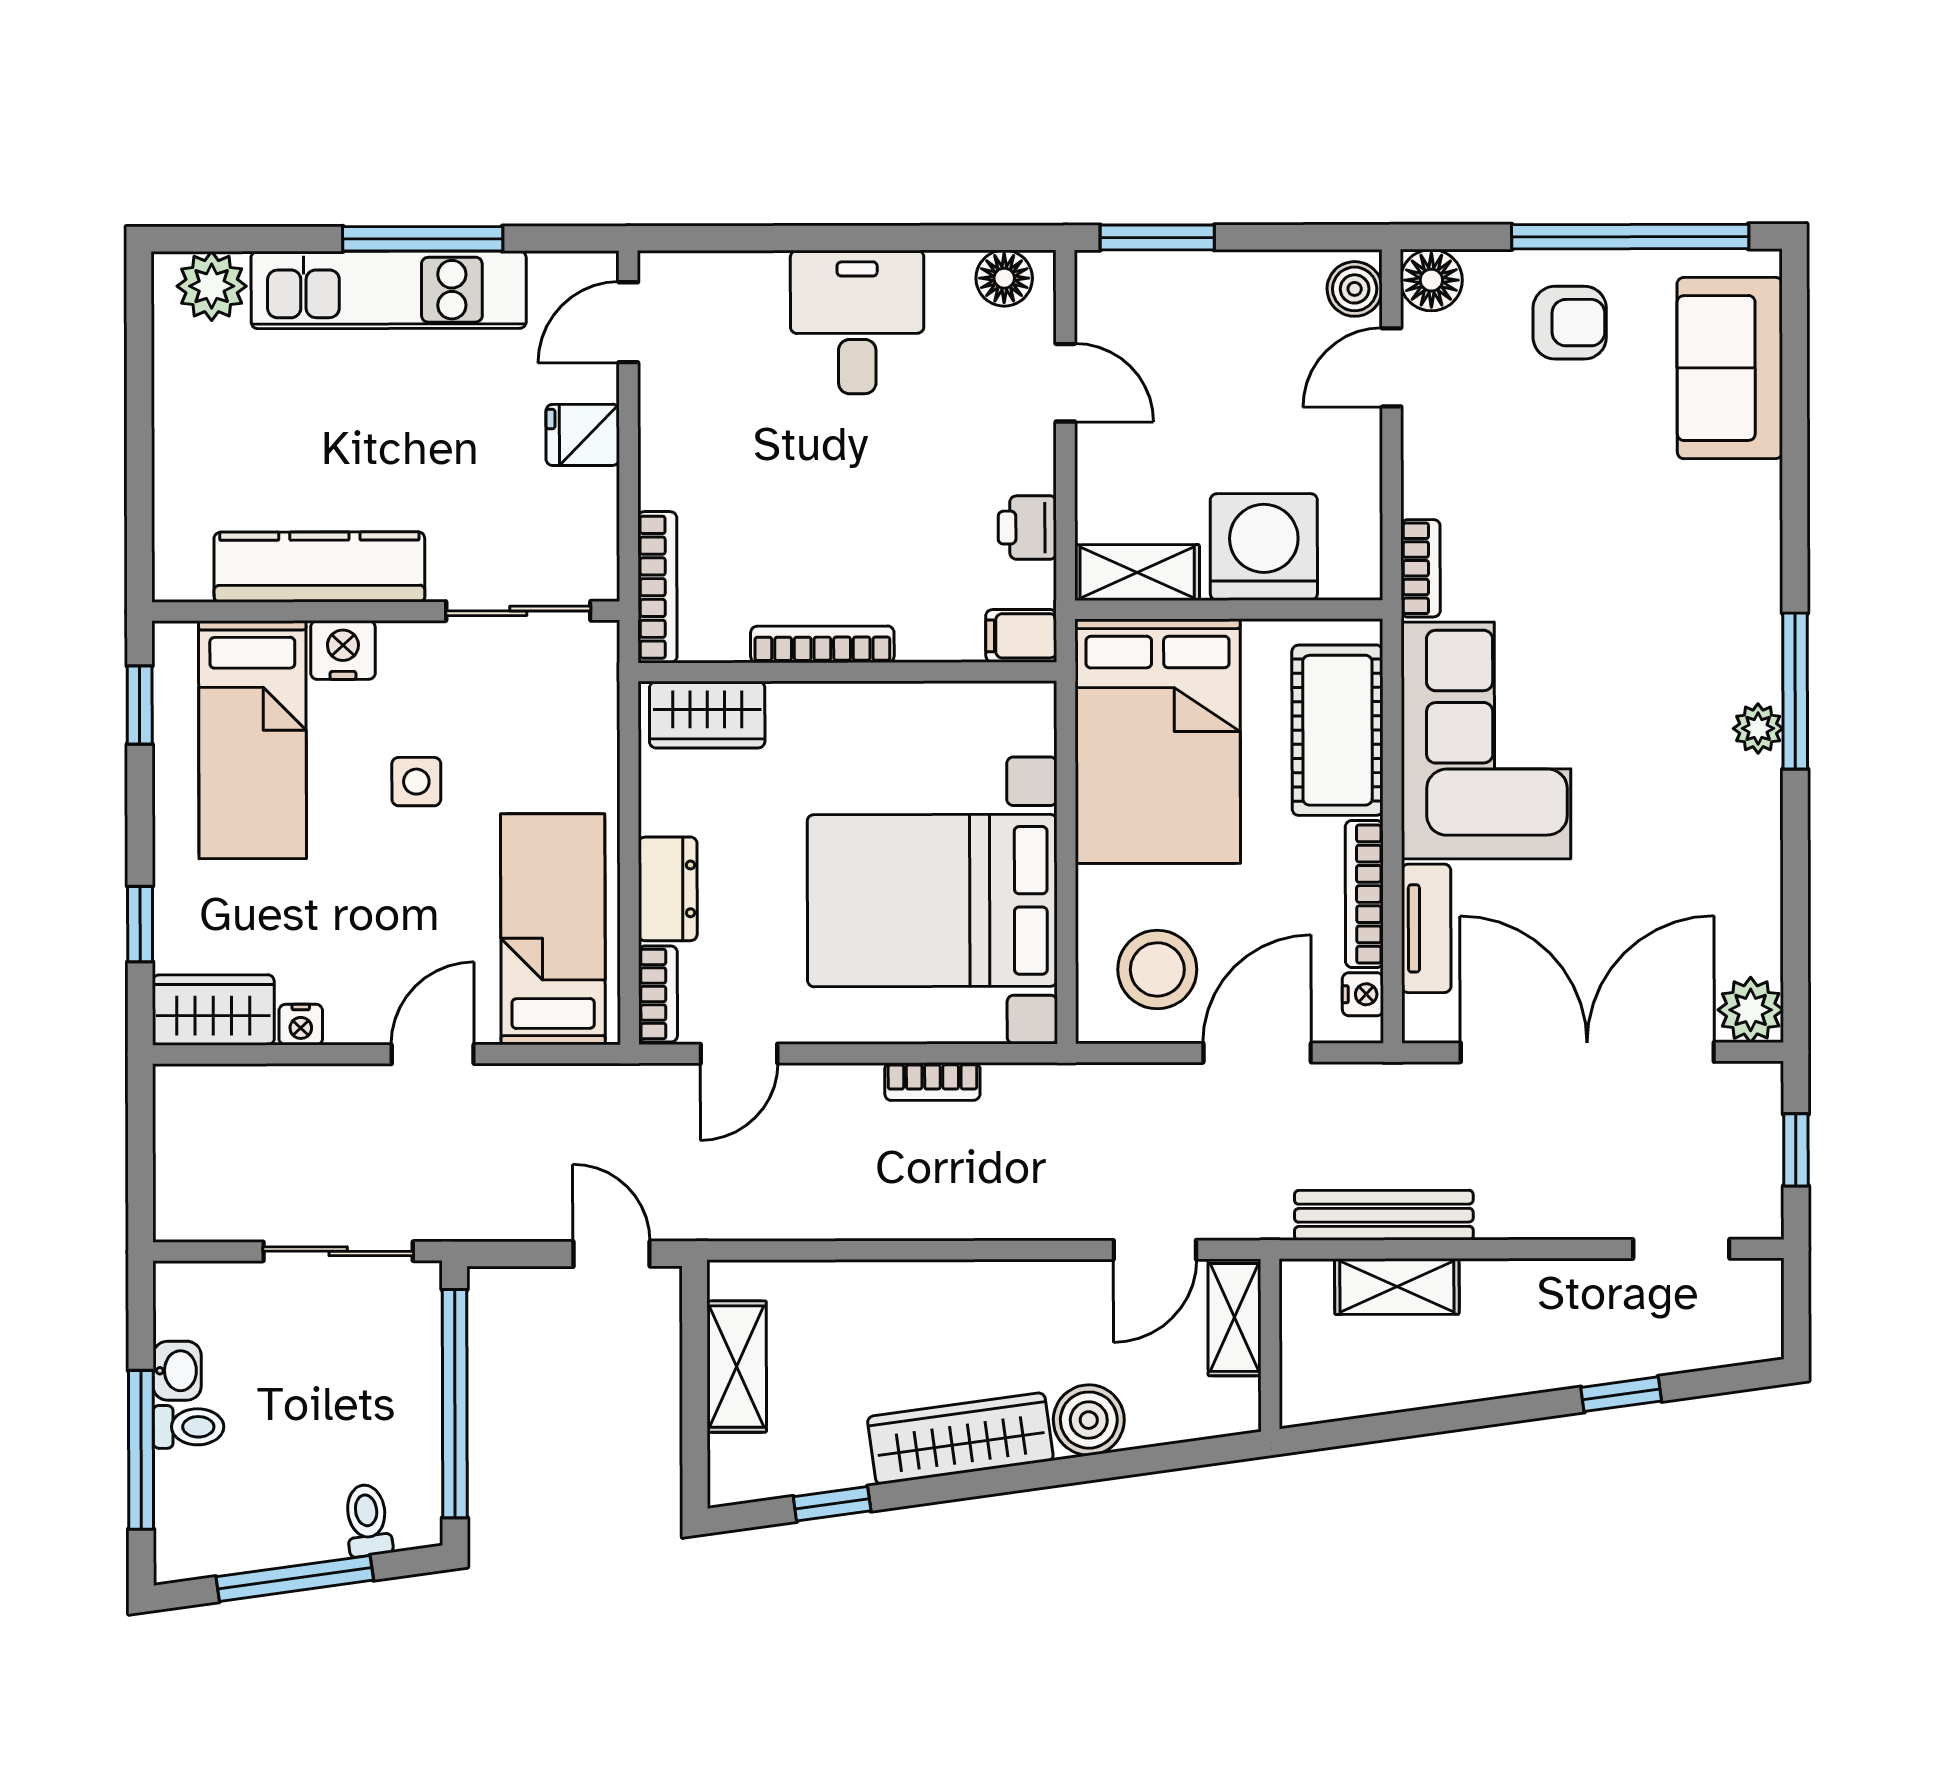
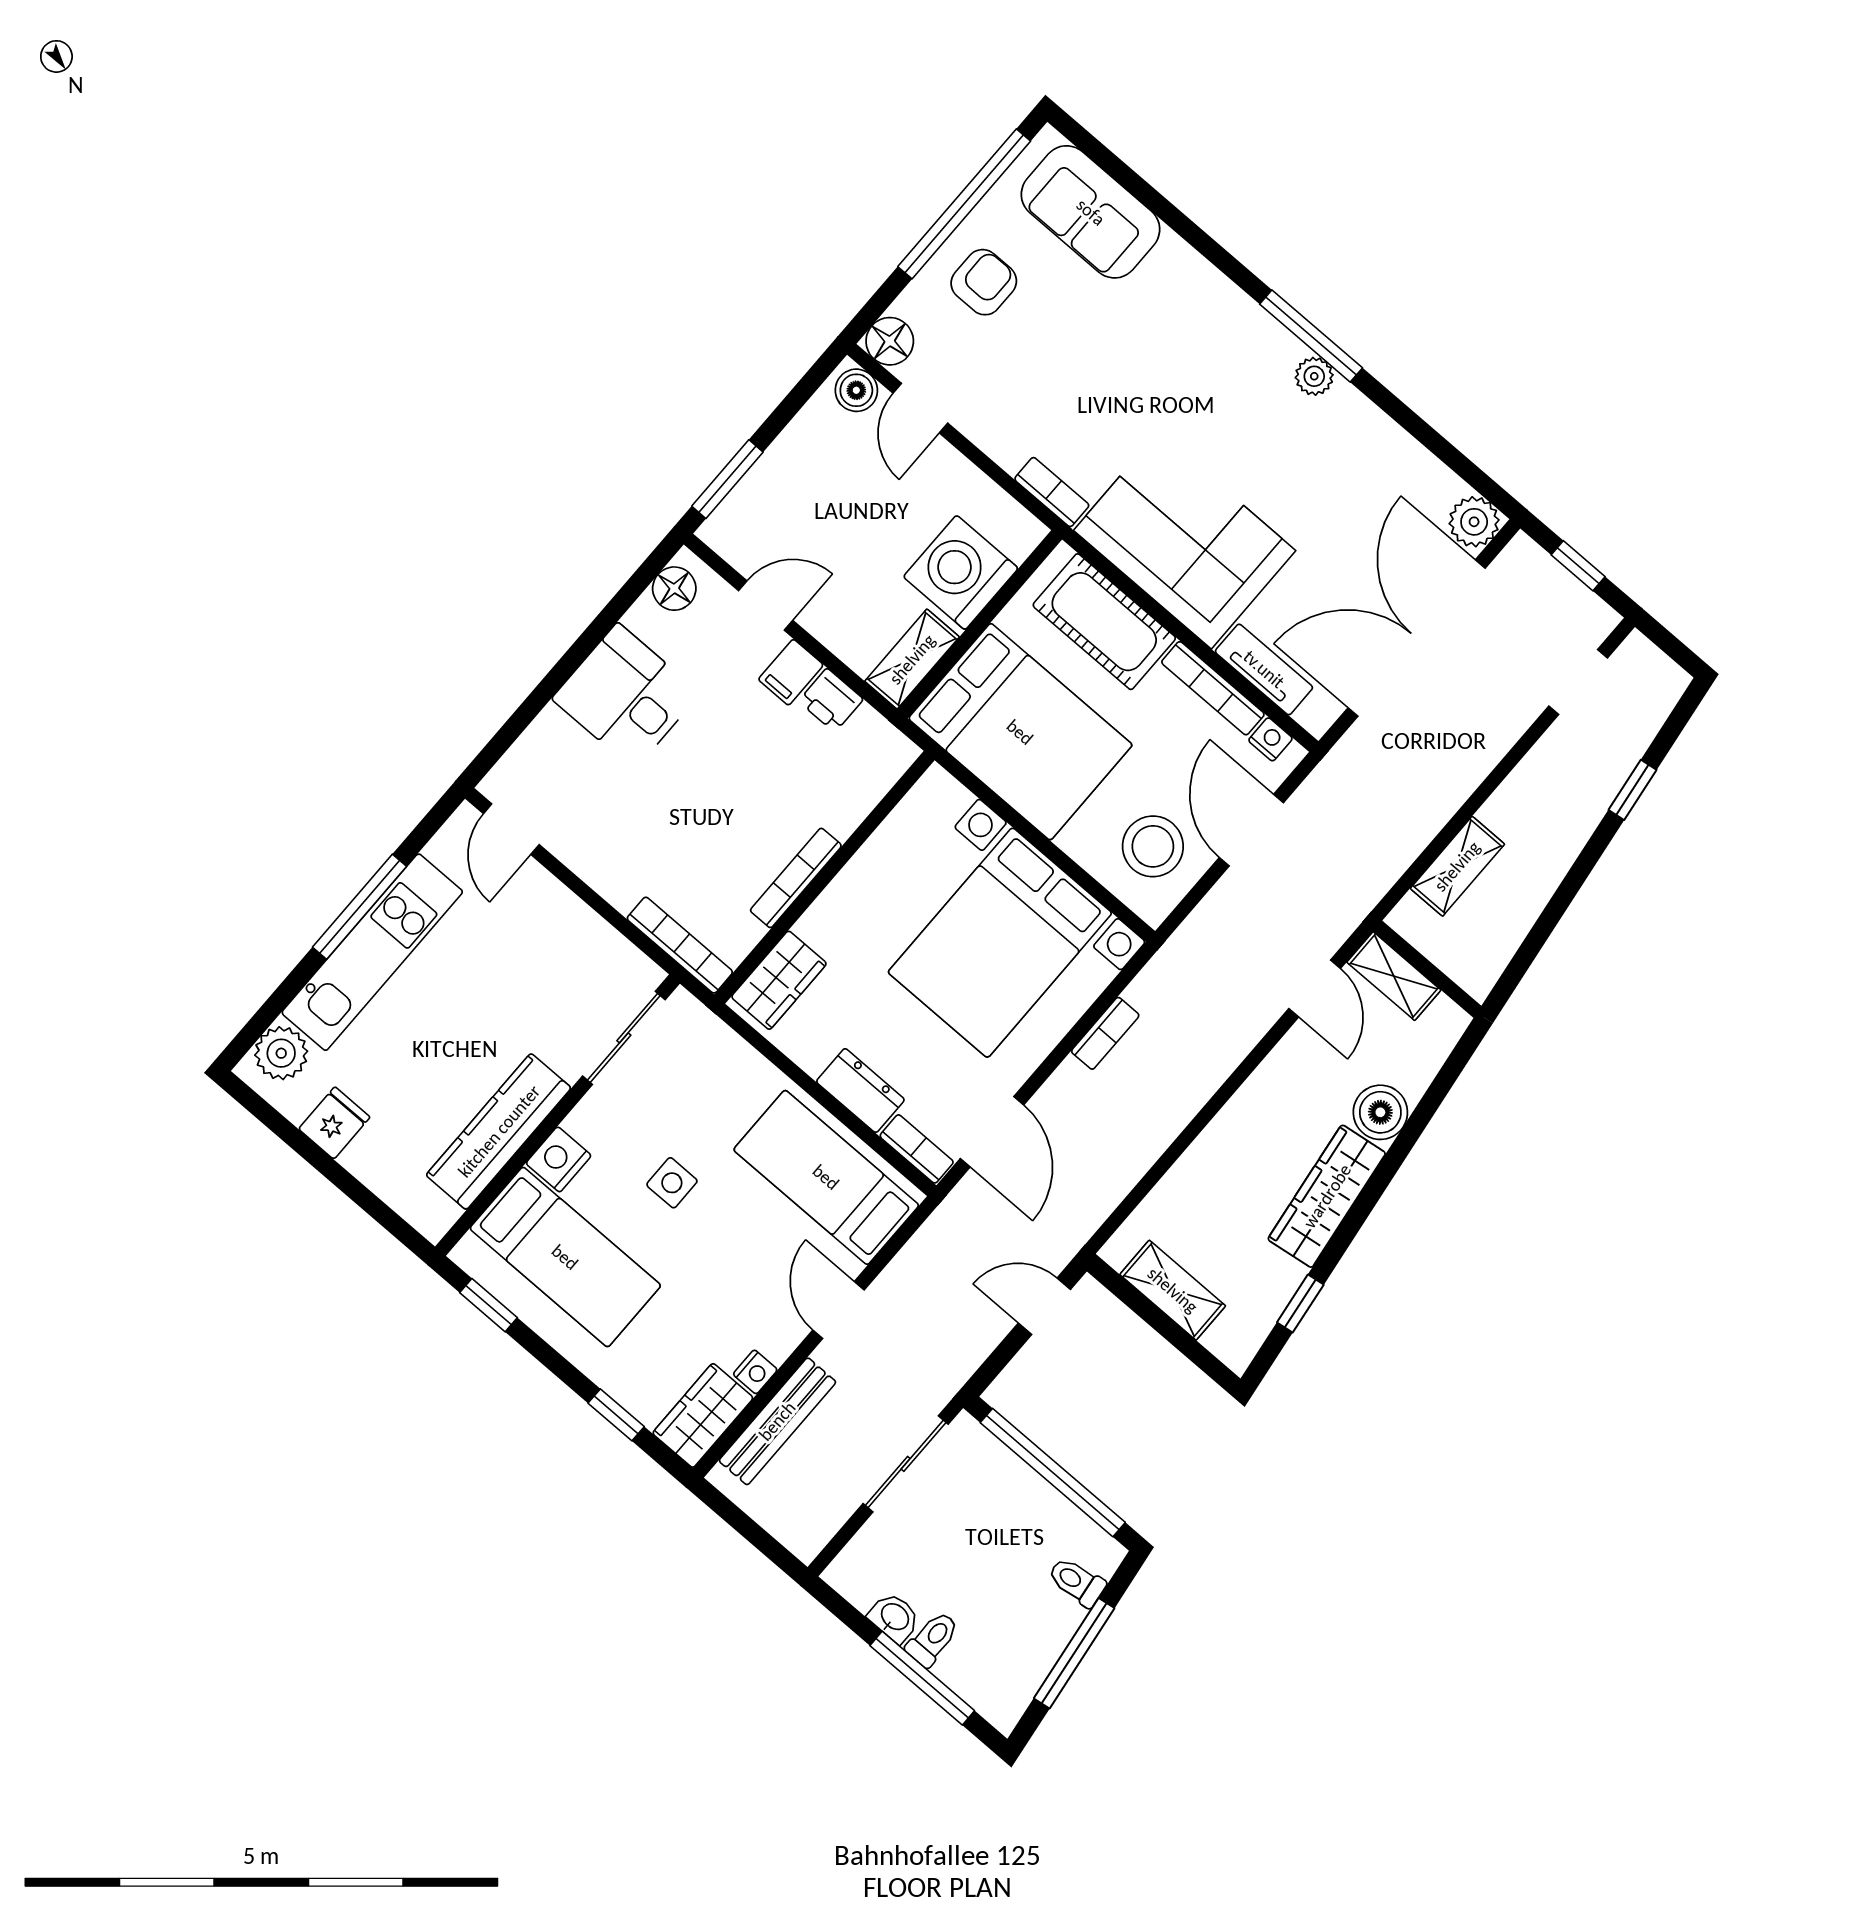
fridge: (583, 435) -> (334, 1123), moved, turned 180
filing cabinet: (1021, 636) -> (791, 672), moved
door: (739, 1054) -> (992, 1132), width x1.38
bench: (1384, 1215) -> (777, 1421), moved

